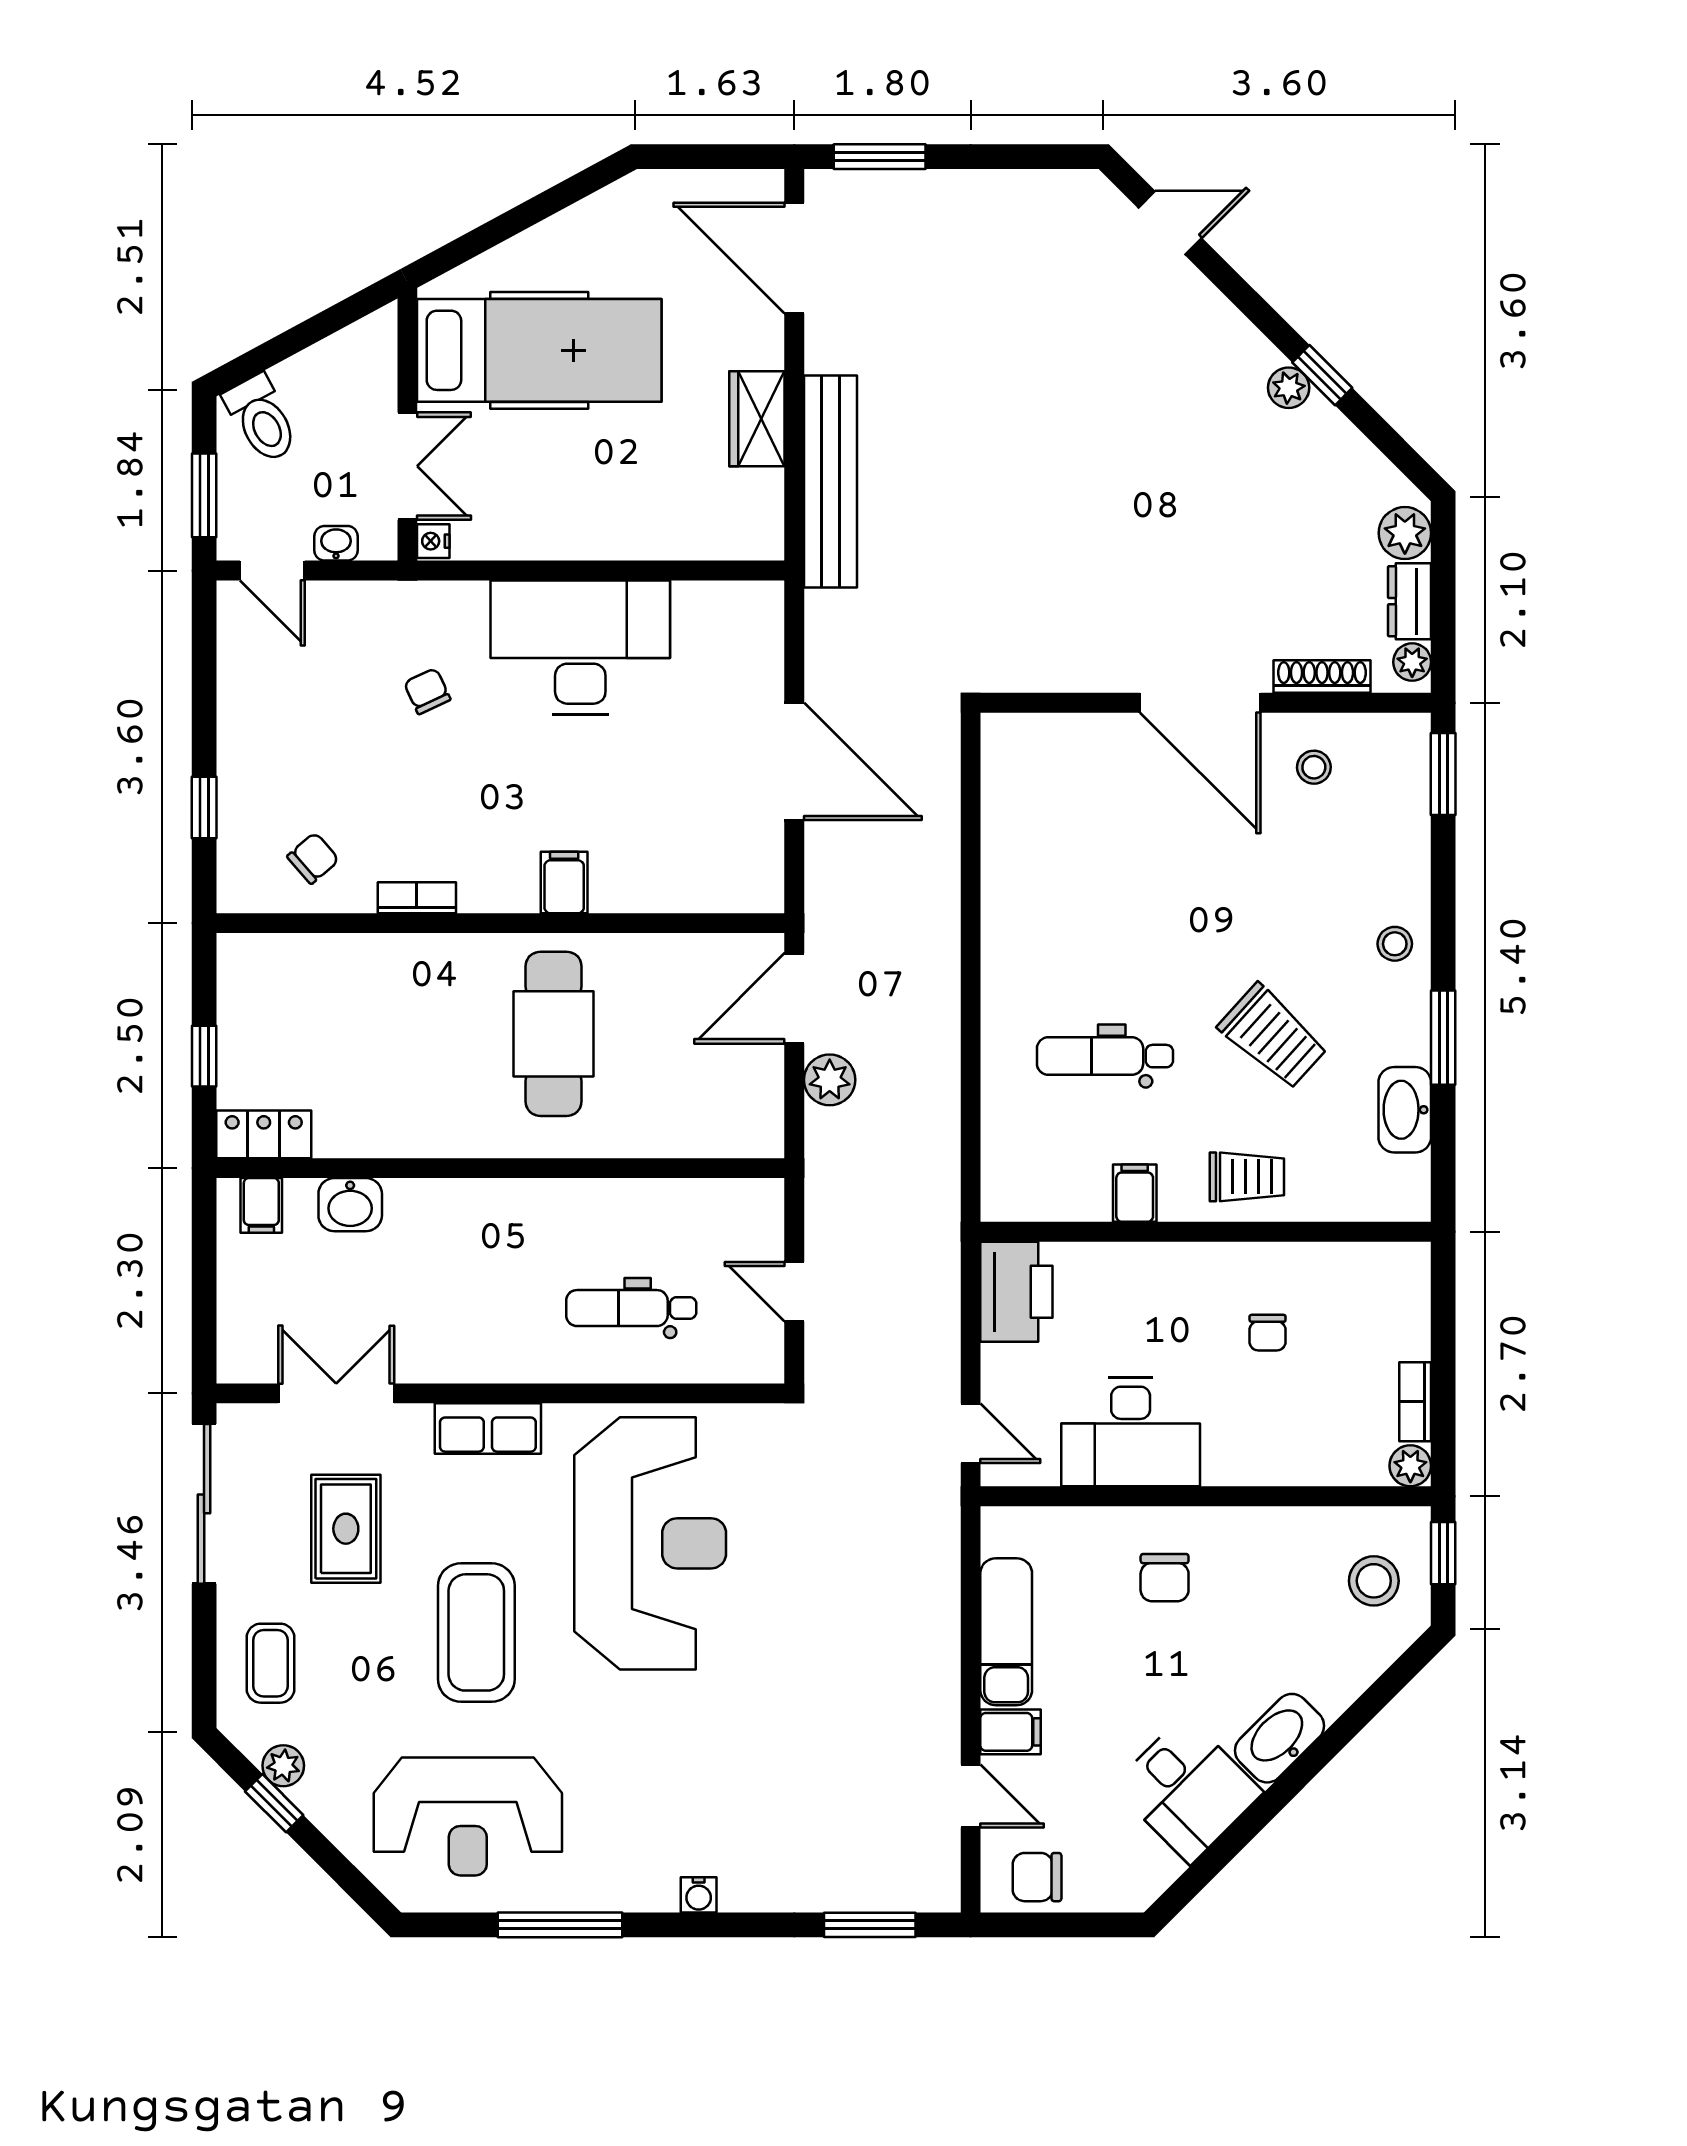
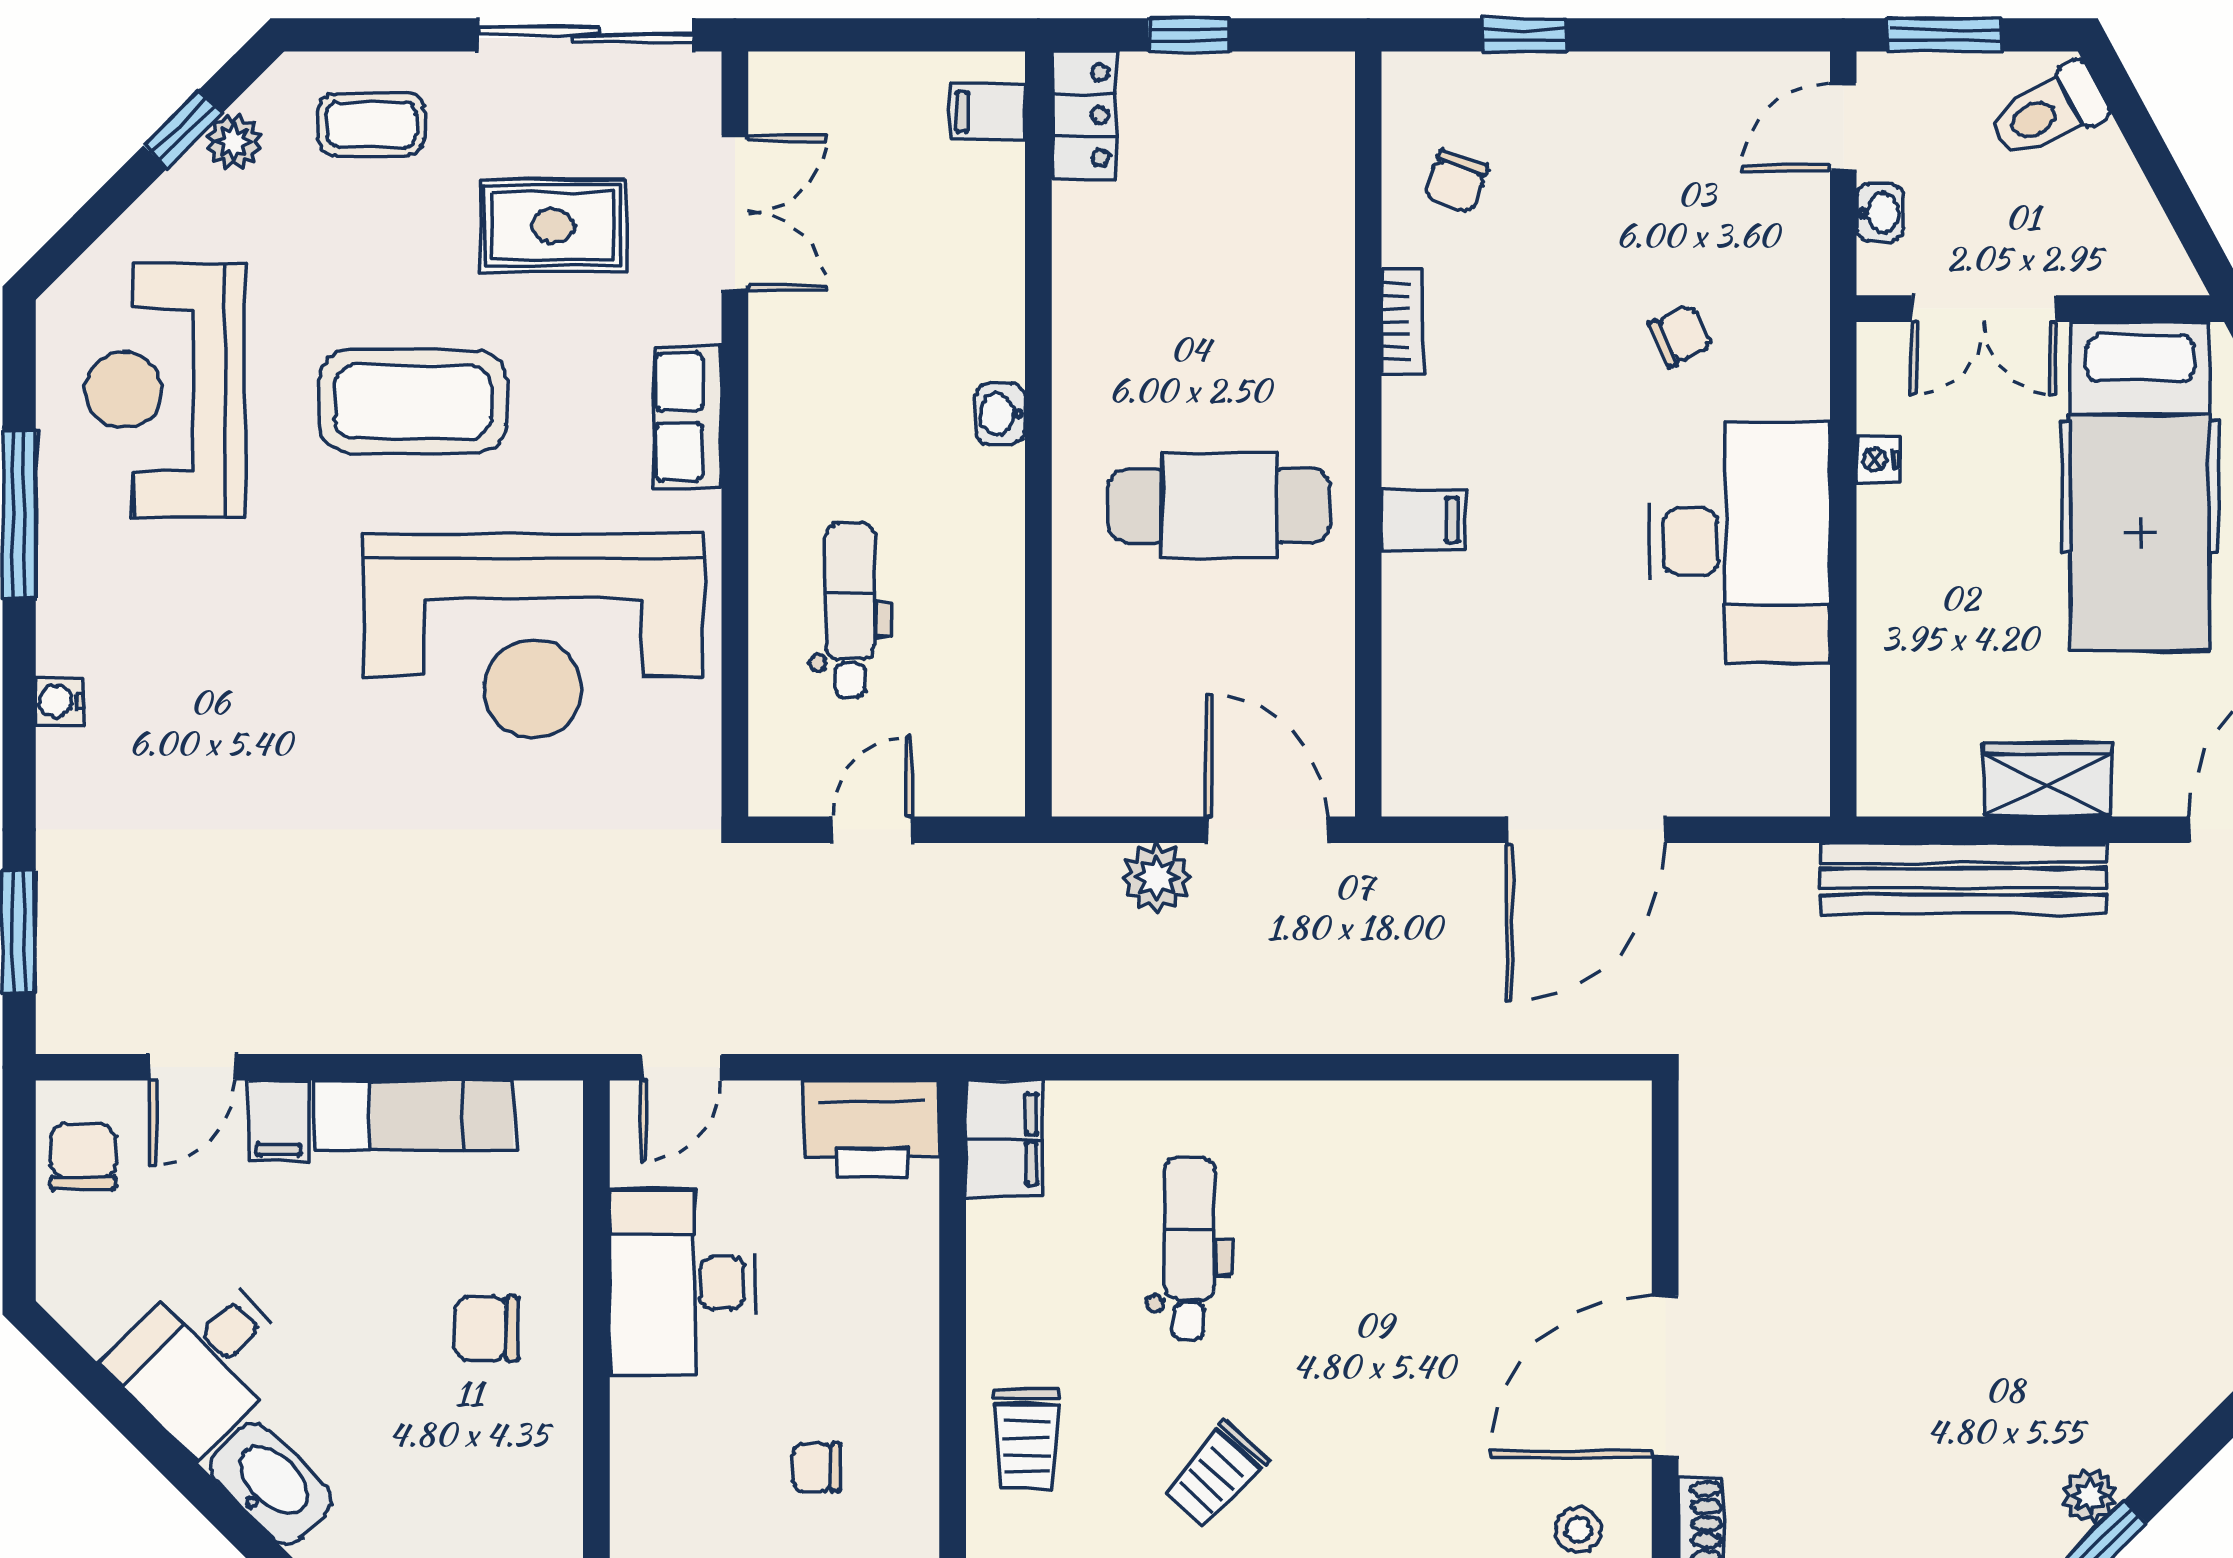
nightstand: (433, 541) -> (1878, 459), moved, turned -90
chair: (313, 858) -> (1456, 182), turned 62
trolley: (1273, 1037) -> (1216, 1475), width x0.73, depth x0.72
filing cabinet: (1135, 1193) -> (1005, 1139), moved, width x2.00
washbasin: (350, 1205) -> (1000, 414), moved, width x0.72, depth x0.69

